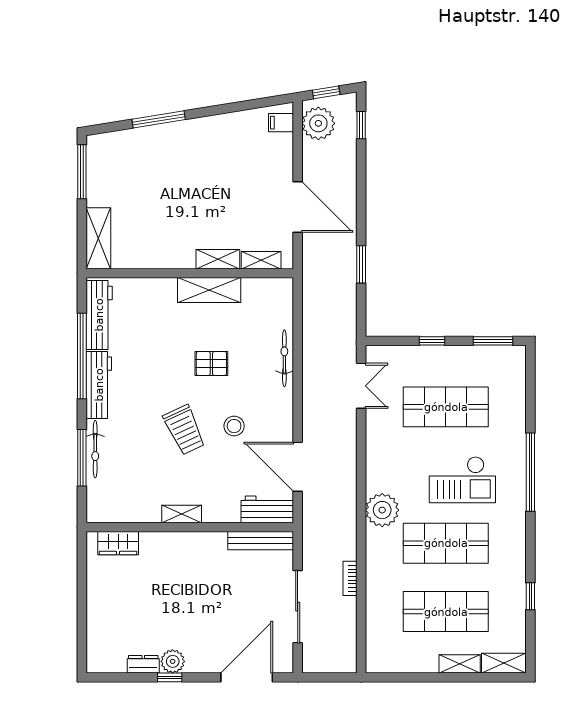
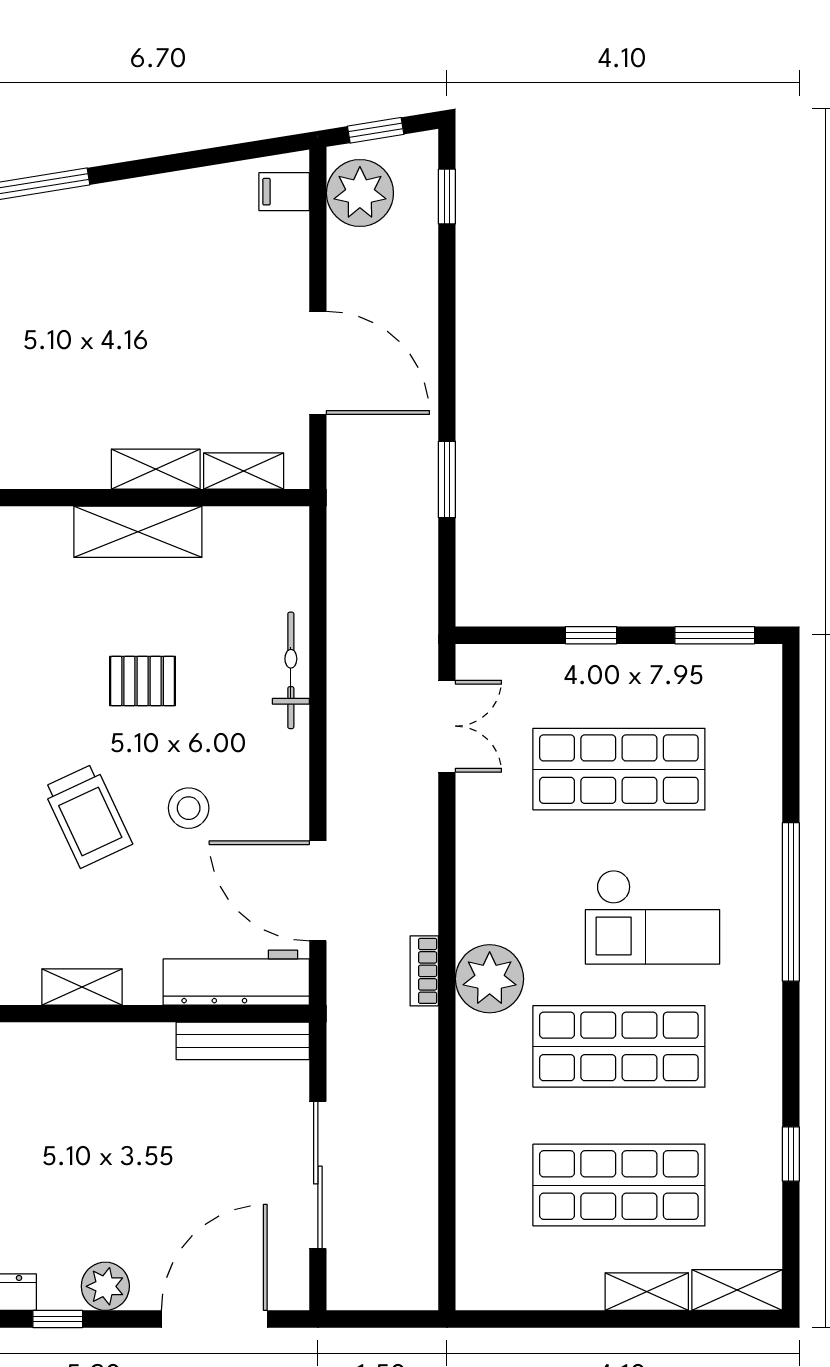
workbench: (267, 509) -> (236, 978), width x1.38
bookcase: (350, 578) -> (424, 971), moved
plant: (173, 661) -> (105, 1286), moved

